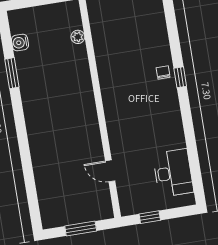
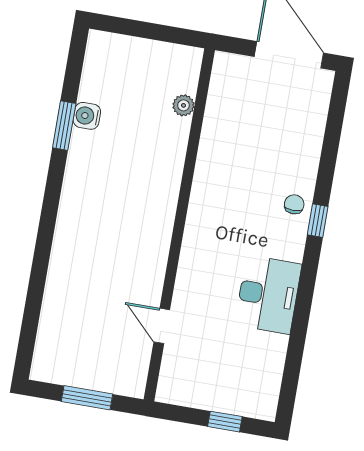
water cooler: (20, 43) -> (87, 116), moved
desk: (173, 173) -> (268, 295), moved
window: (150, 217) -> (225, 422), moved

